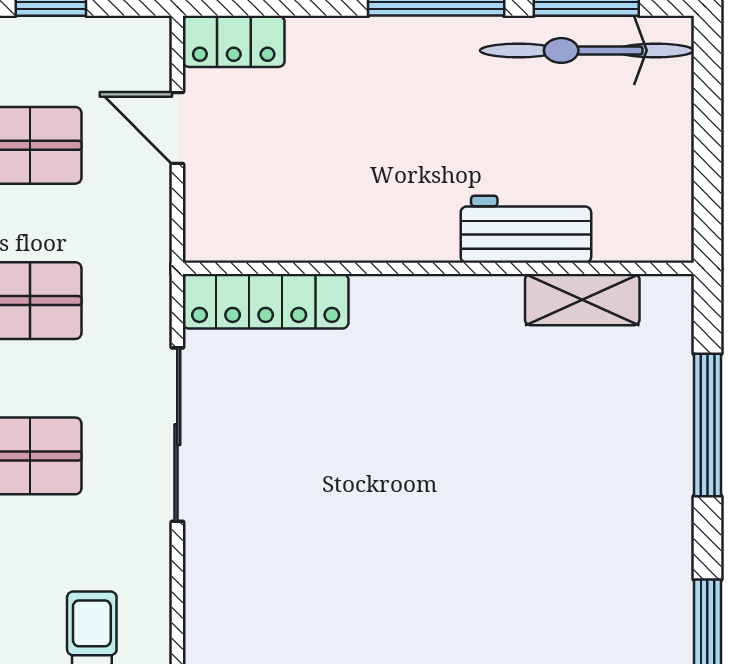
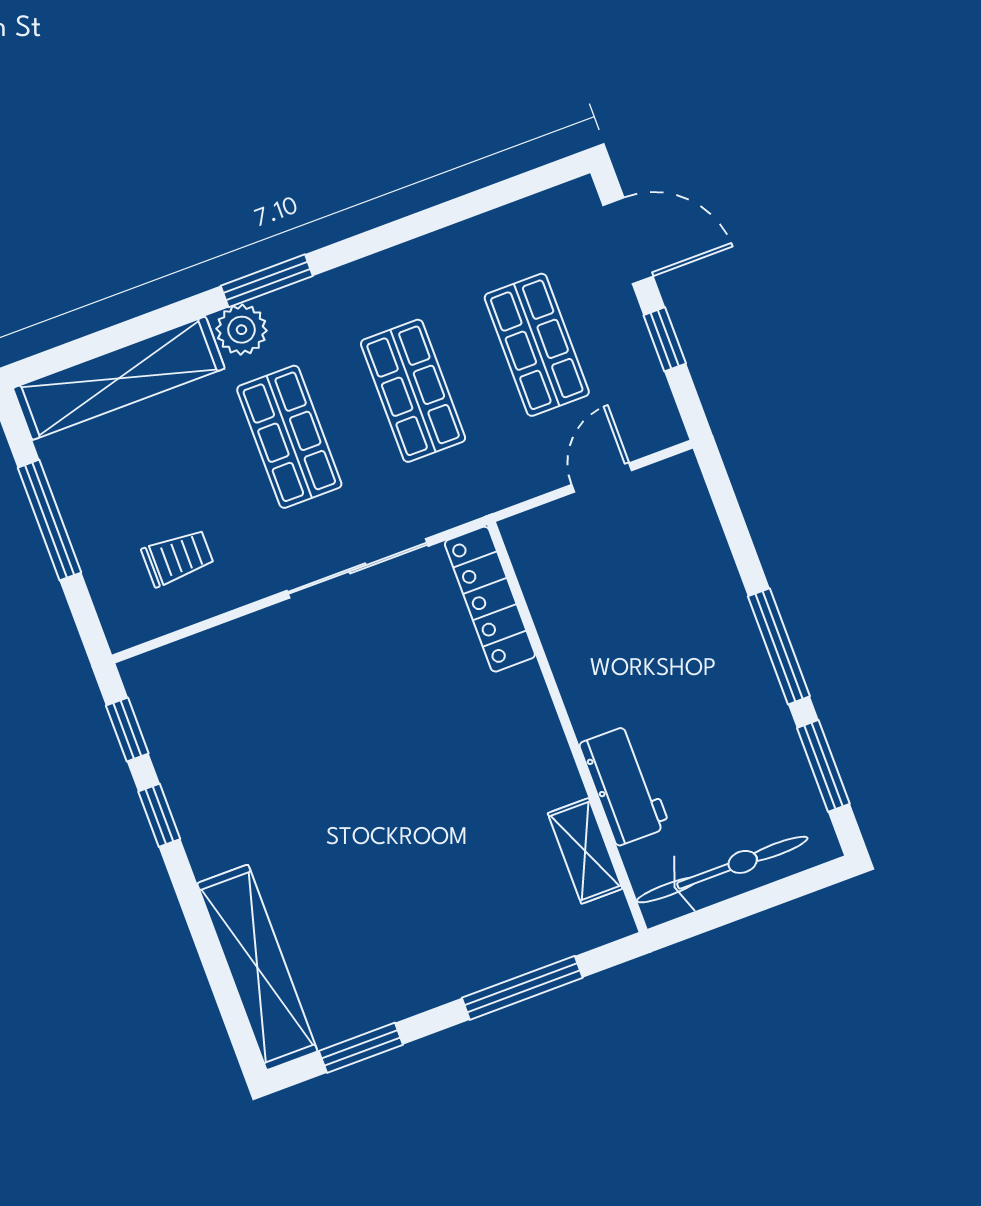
locker: (234, 41) -> (688, 497), removed
bicycle: (587, 50) -> (722, 870), moved, turned 90

